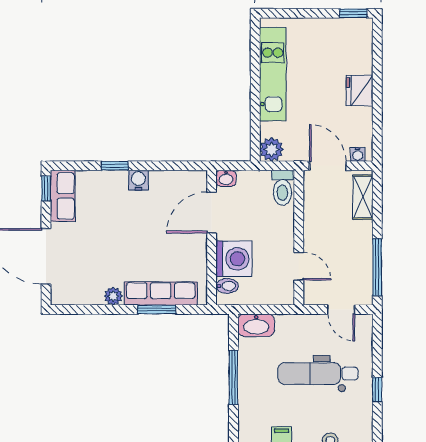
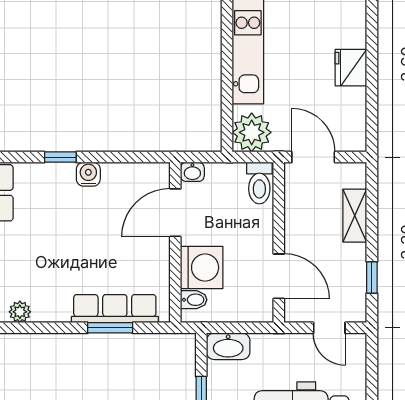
plant: (272, 149) -> (252, 132), width x1.36, depth x1.36
water cooler: (358, 154) -> (349, 144), removed
shelving: (363, 197) -> (355, 216), moved
door: (299, 266) -> (279, 276), width x1.38
window: (377, 267) -> (372, 278), width x0.46
plant: (113, 296) -> (20, 312), moved

